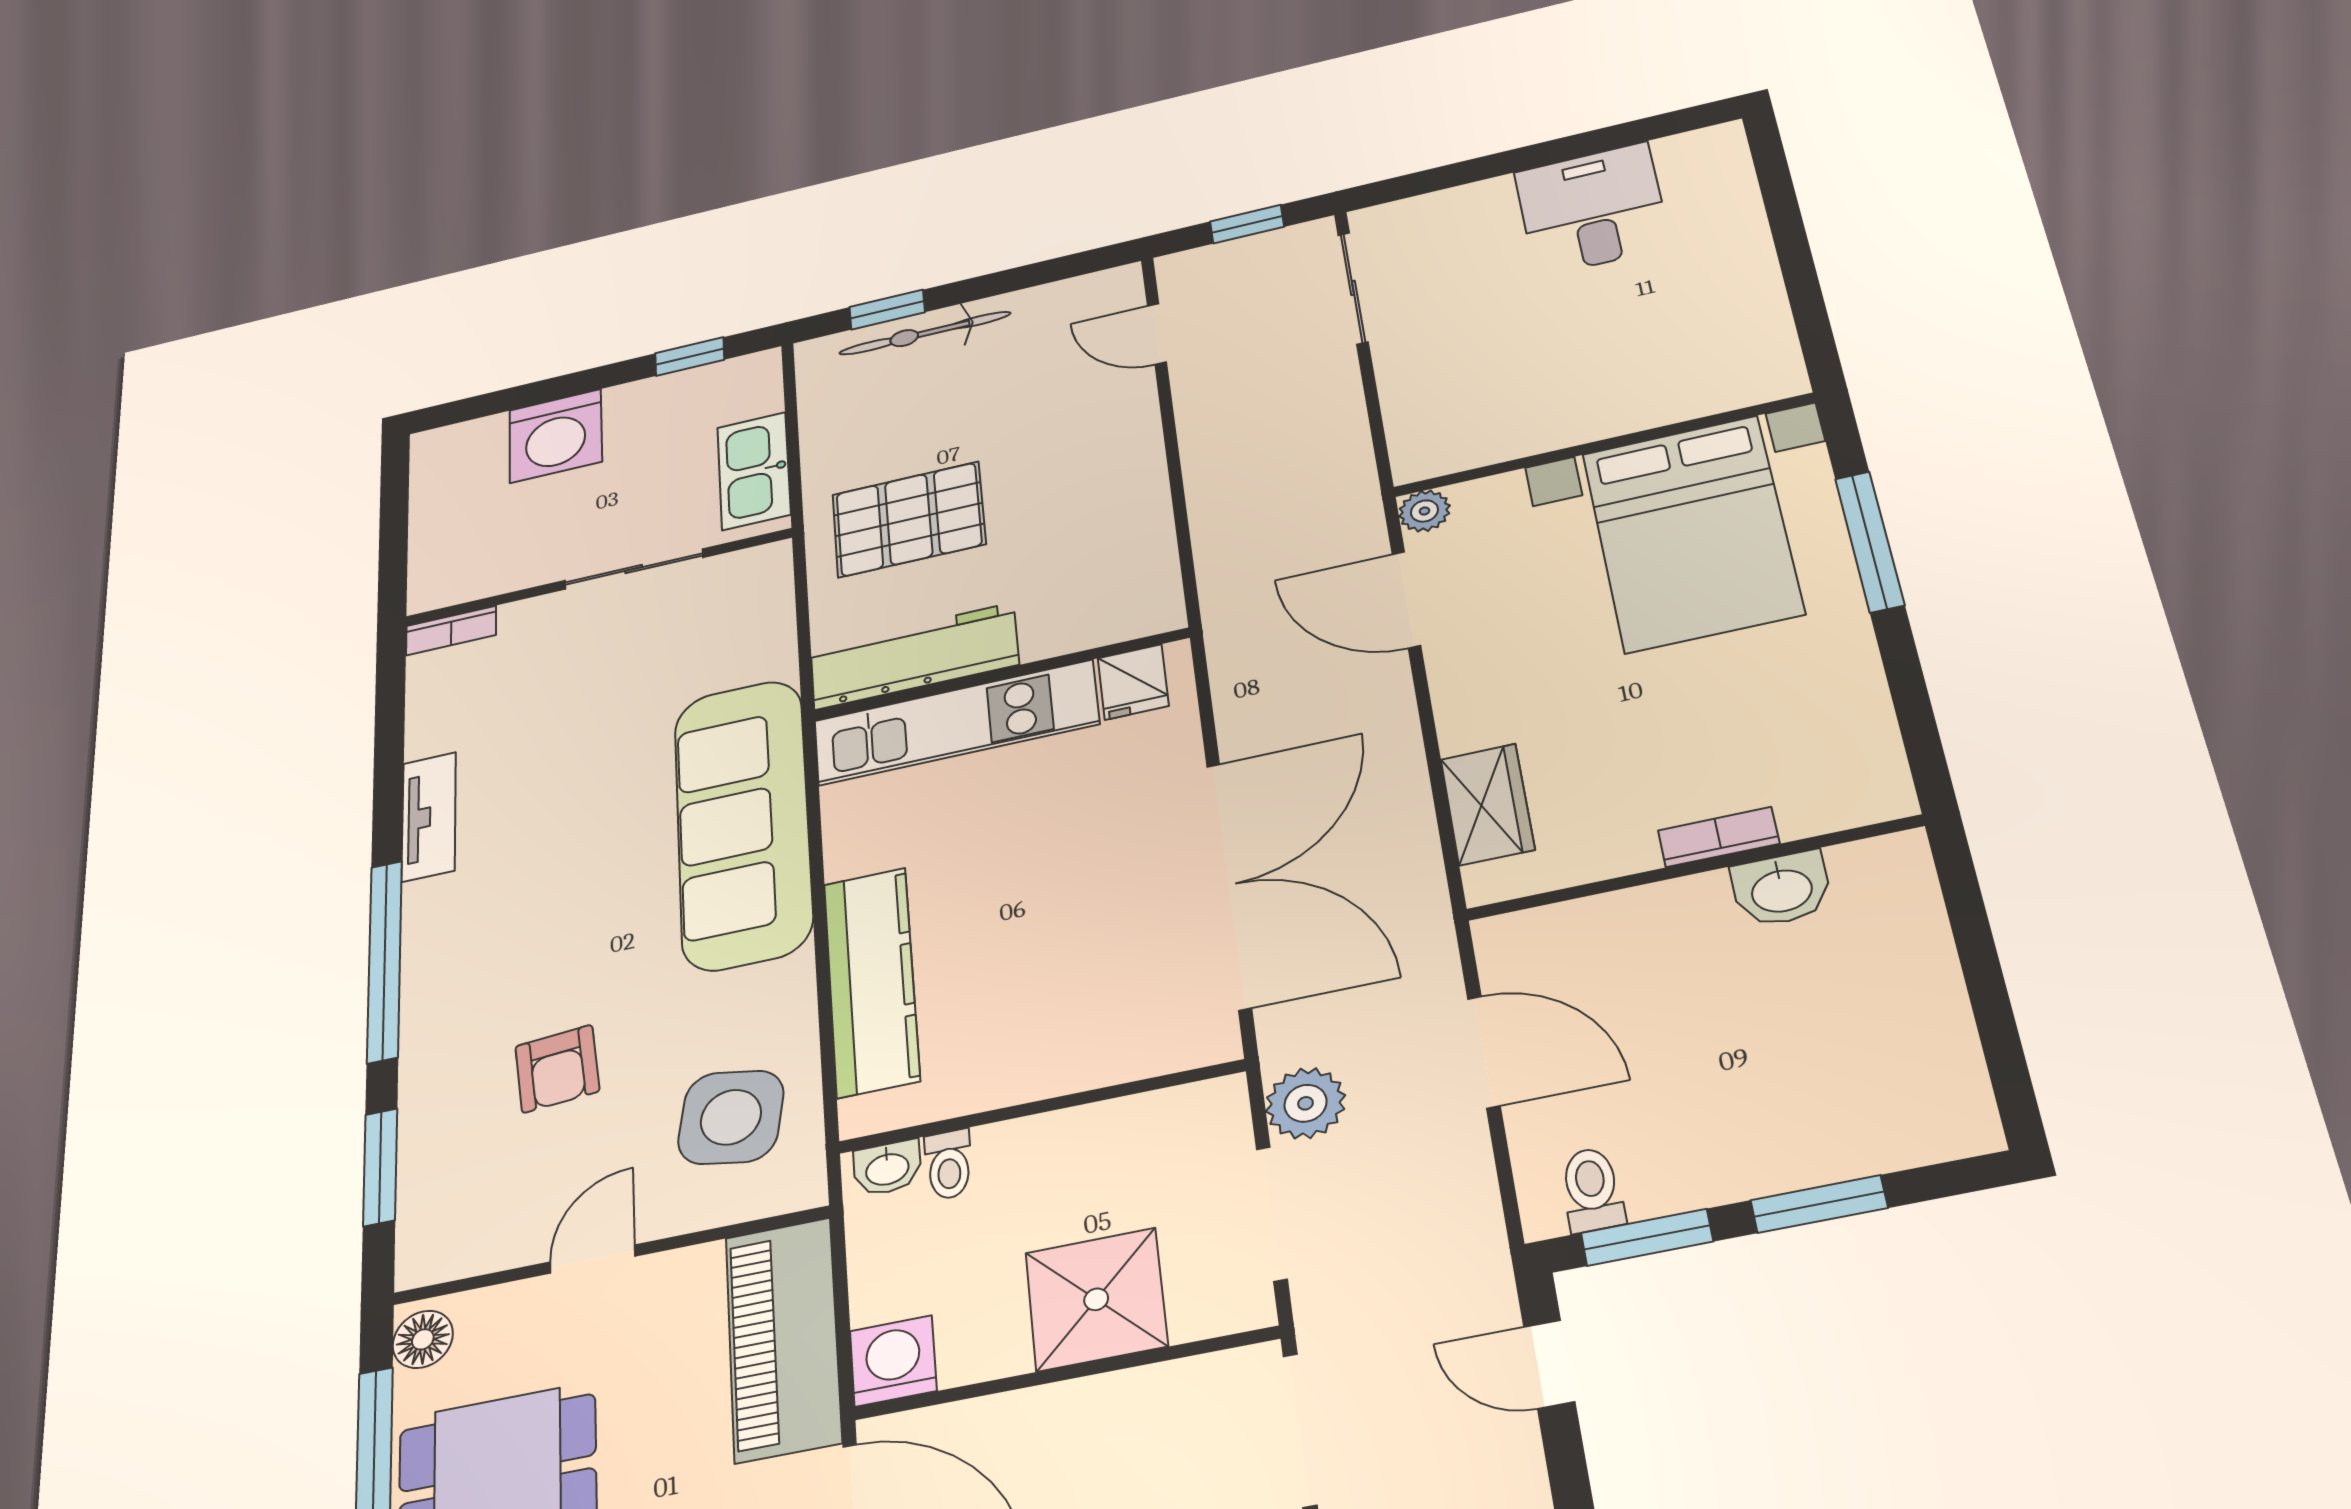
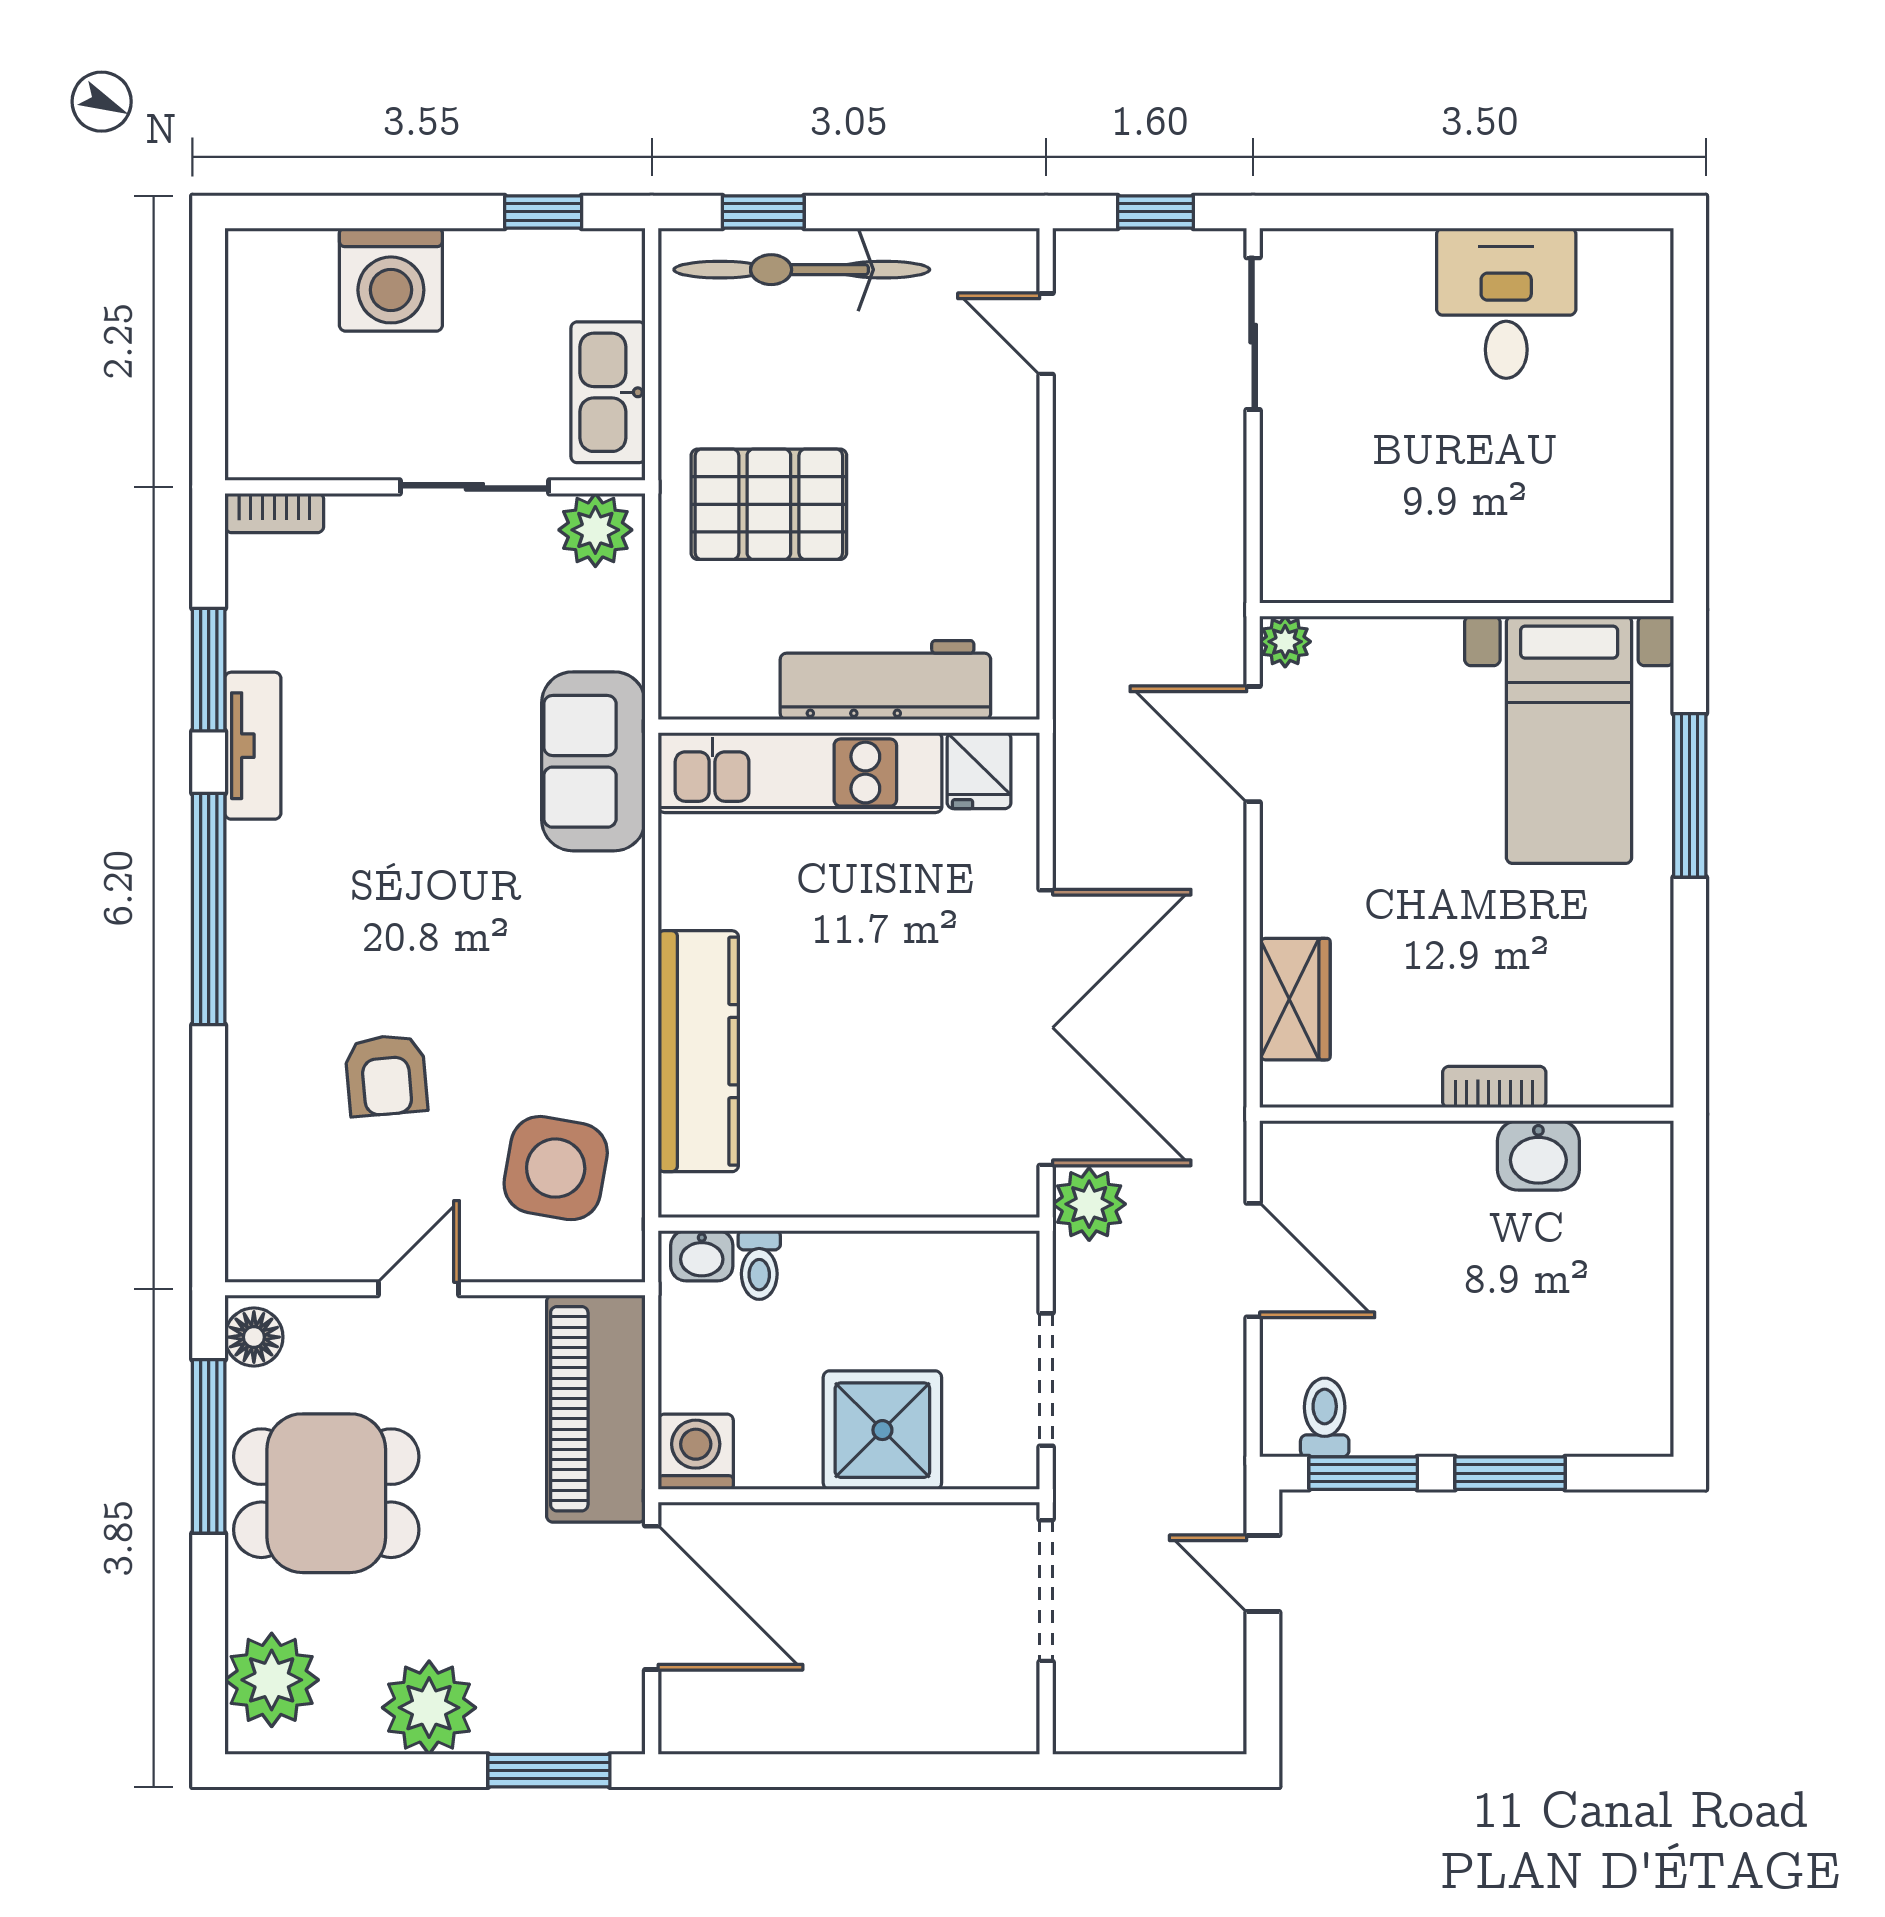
bicycle: (925, 333) -> (802, 270), width x1.37, depth x1.40
bed with nightstands: (1692, 533) -> (1569, 740), width x0.73
plant: (747, 576) -> (595, 530), added
workbench: (914, 656) -> (885, 680), moved
sofa: (743, 823) -> (593, 761), width x0.54, depth x0.79
plant: (1305, 1103) -> (1089, 1204), moved
window: (380, 1167) -> (209, 670), moved

